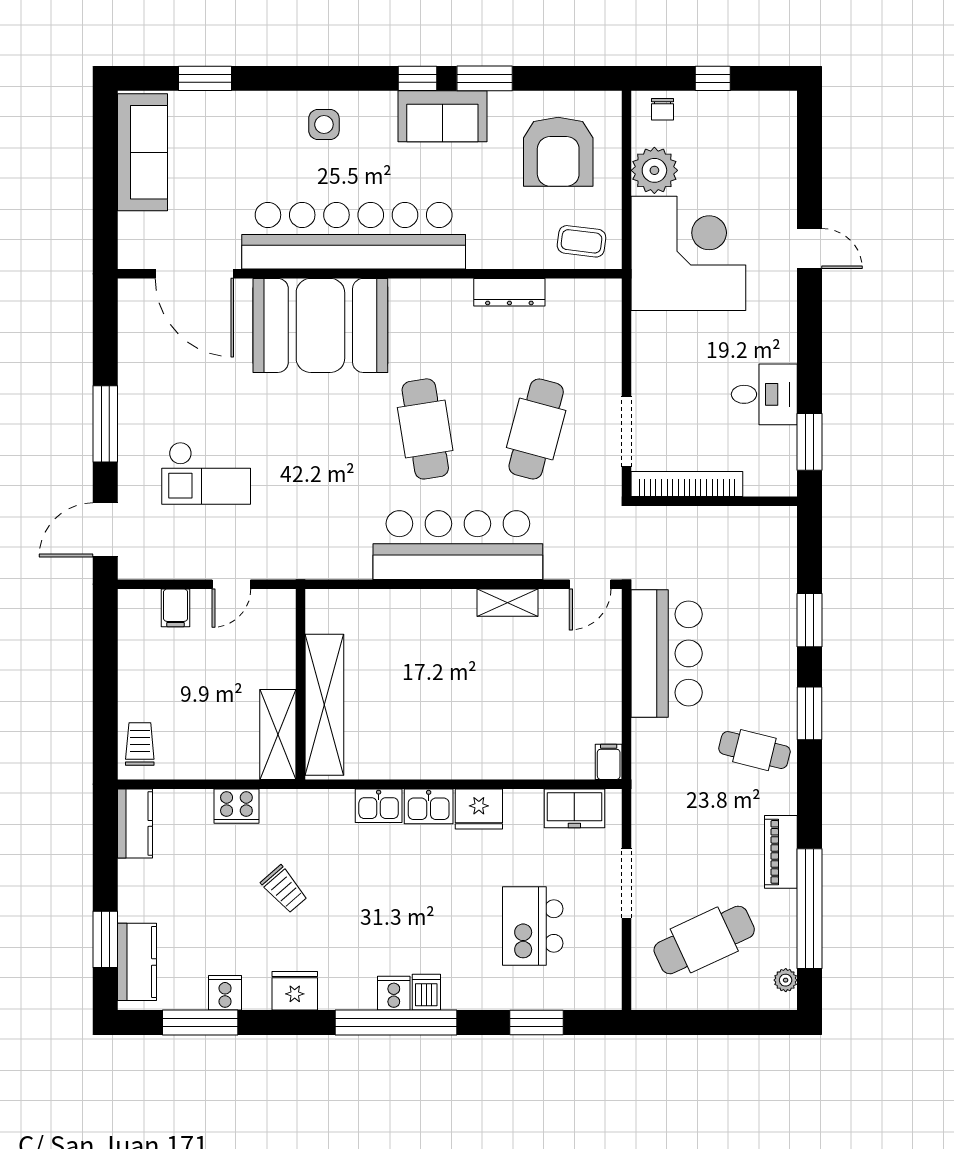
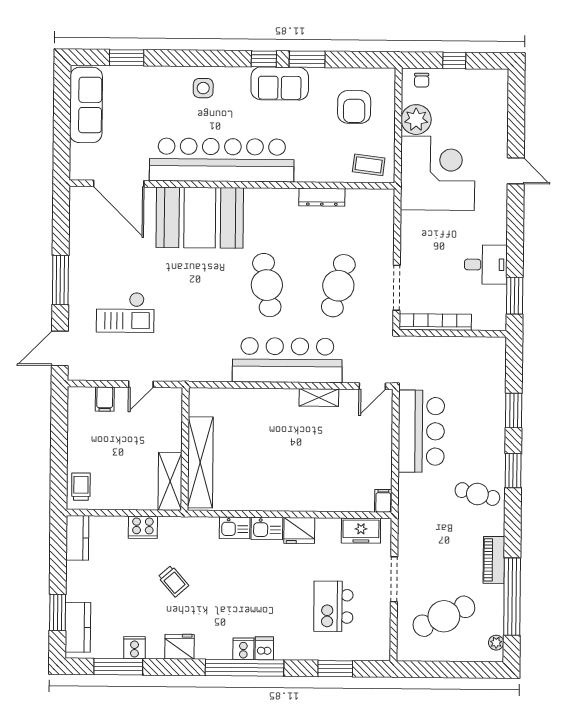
armchair: (558, 152) -> (354, 107), width x0.73, depth x0.73

